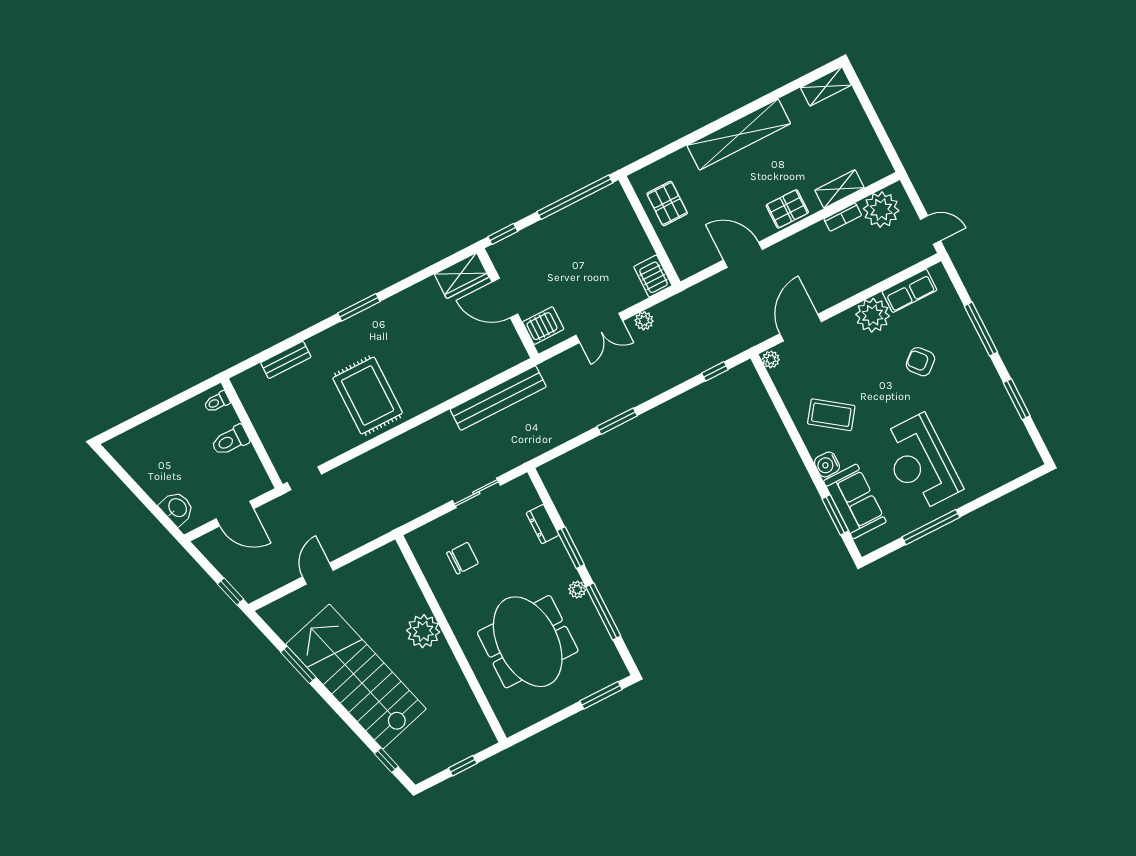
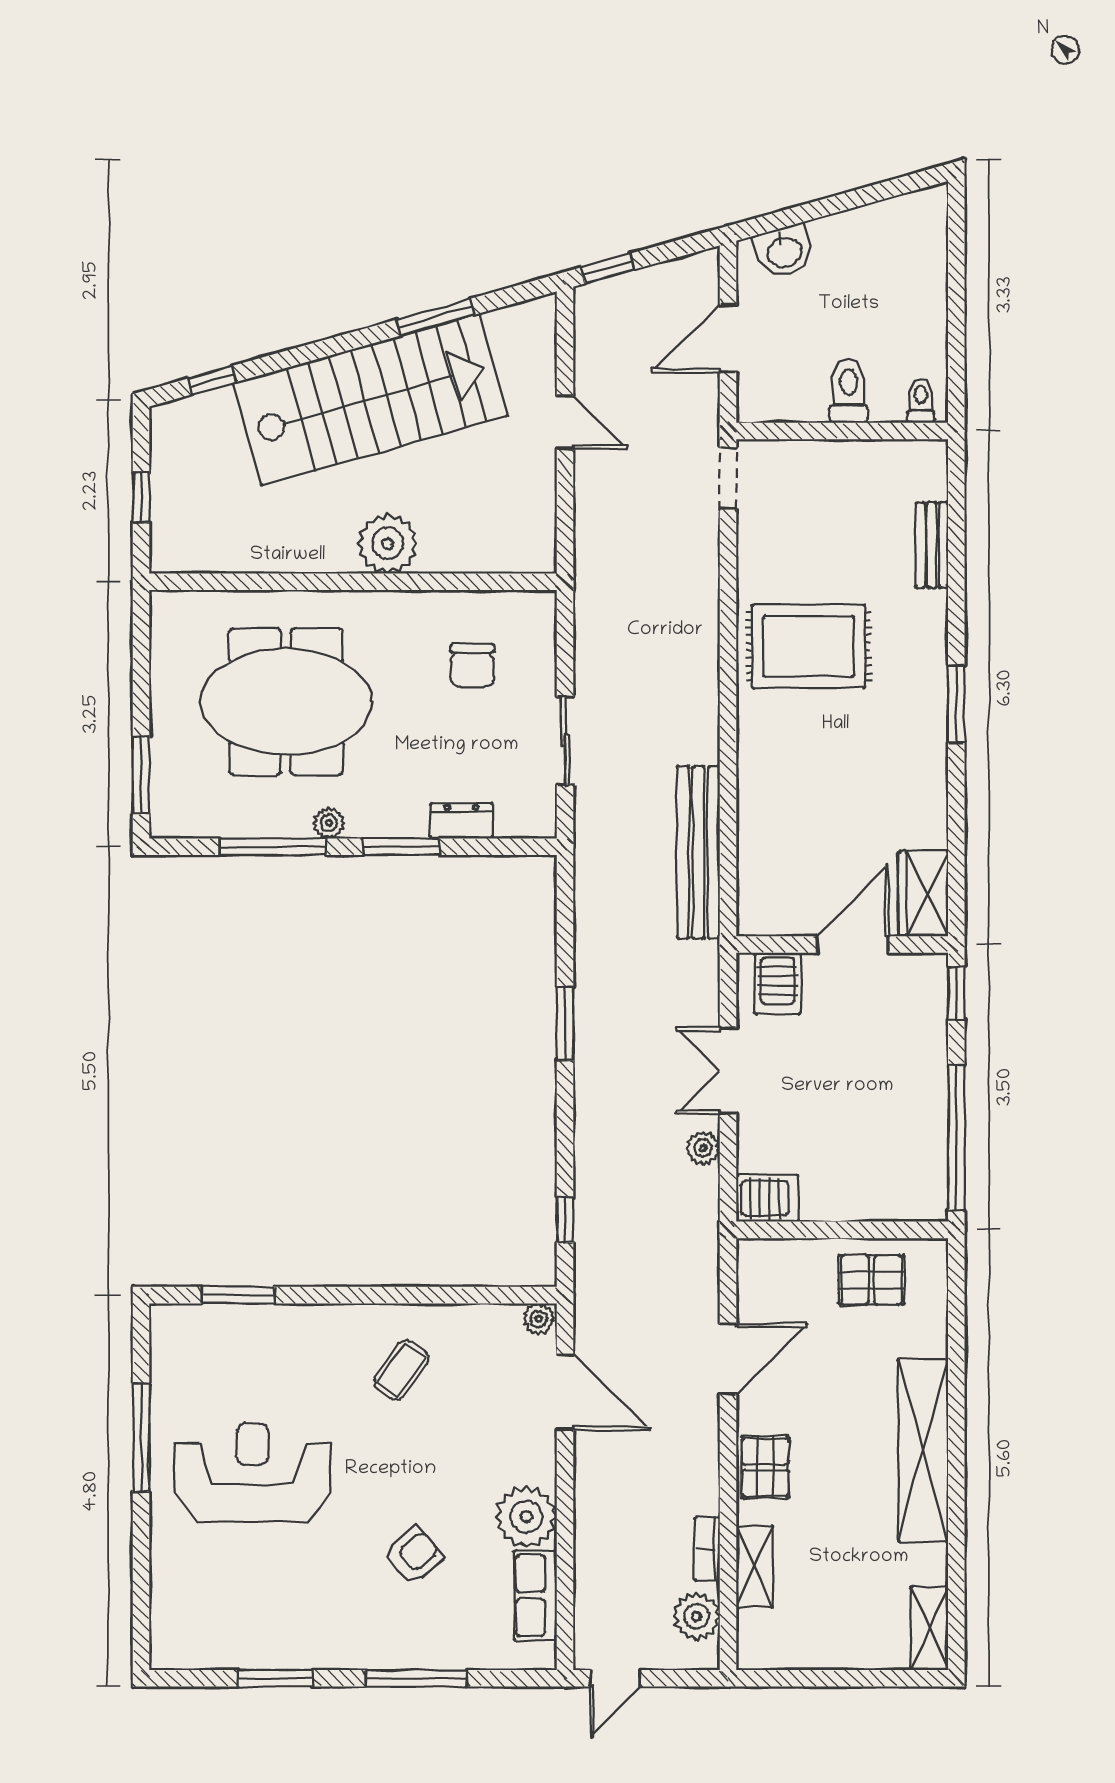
plant: (881, 210) -> (696, 1616), width x0.73, depth x0.73
coffee table: (831, 415) -> (401, 1370), width x0.73, depth x0.77
water cooler: (827, 464) -> (325, 1323), removed
sofa: (855, 501) -> (244, 1337), removed

